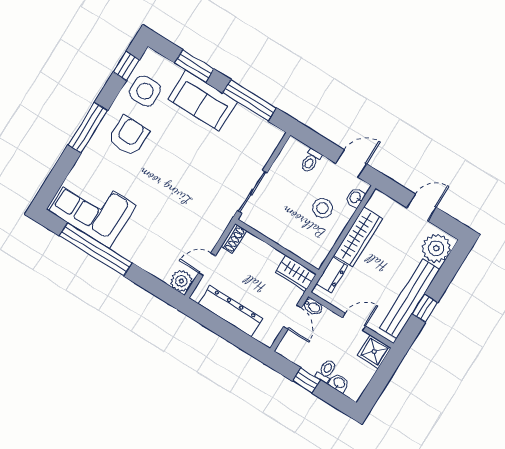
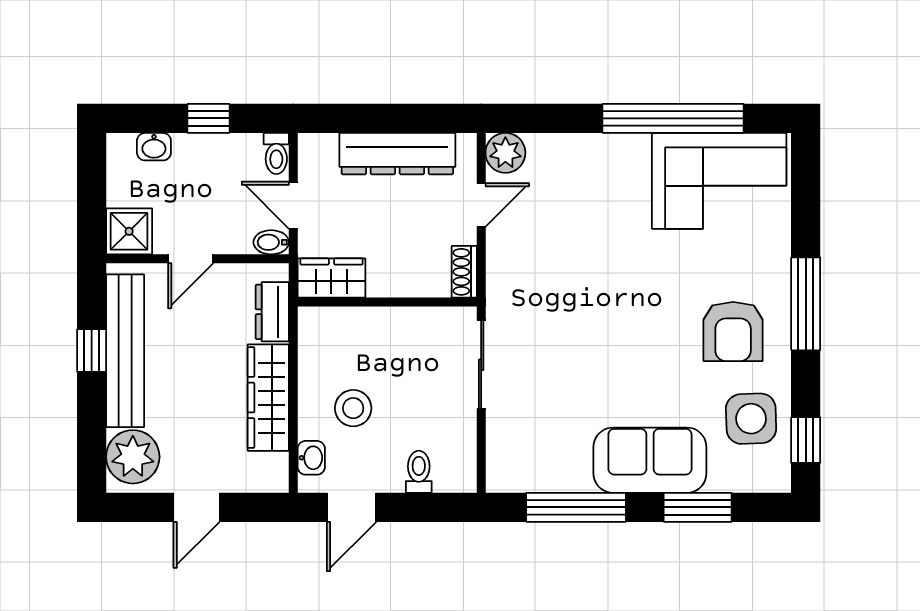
toilet: (326, 371) -> (276, 153), moved

